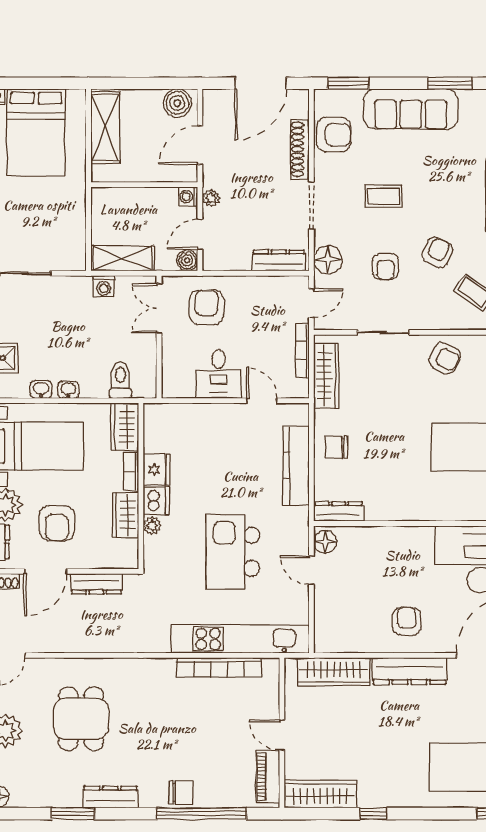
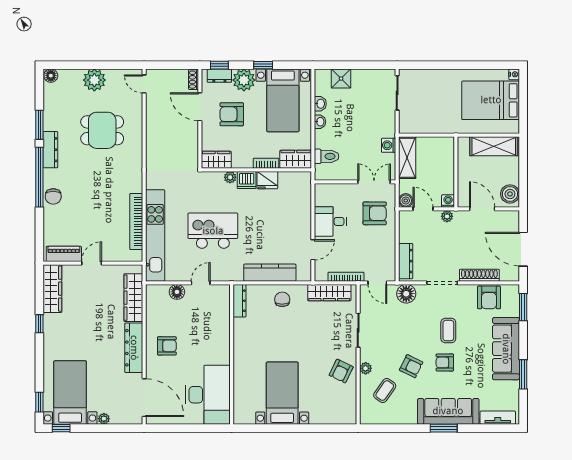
armchair: (385, 266) -> (445, 362), moved
plant: (440, 321) -> (366, 368), added
wardrobe: (126, 515) -> (216, 160), moved
floor lamp: (325, 542) -> (177, 292), moved
dresser: (96, 584) -> (192, 140), removed
window: (202, 814) -> (39, 177), moved

